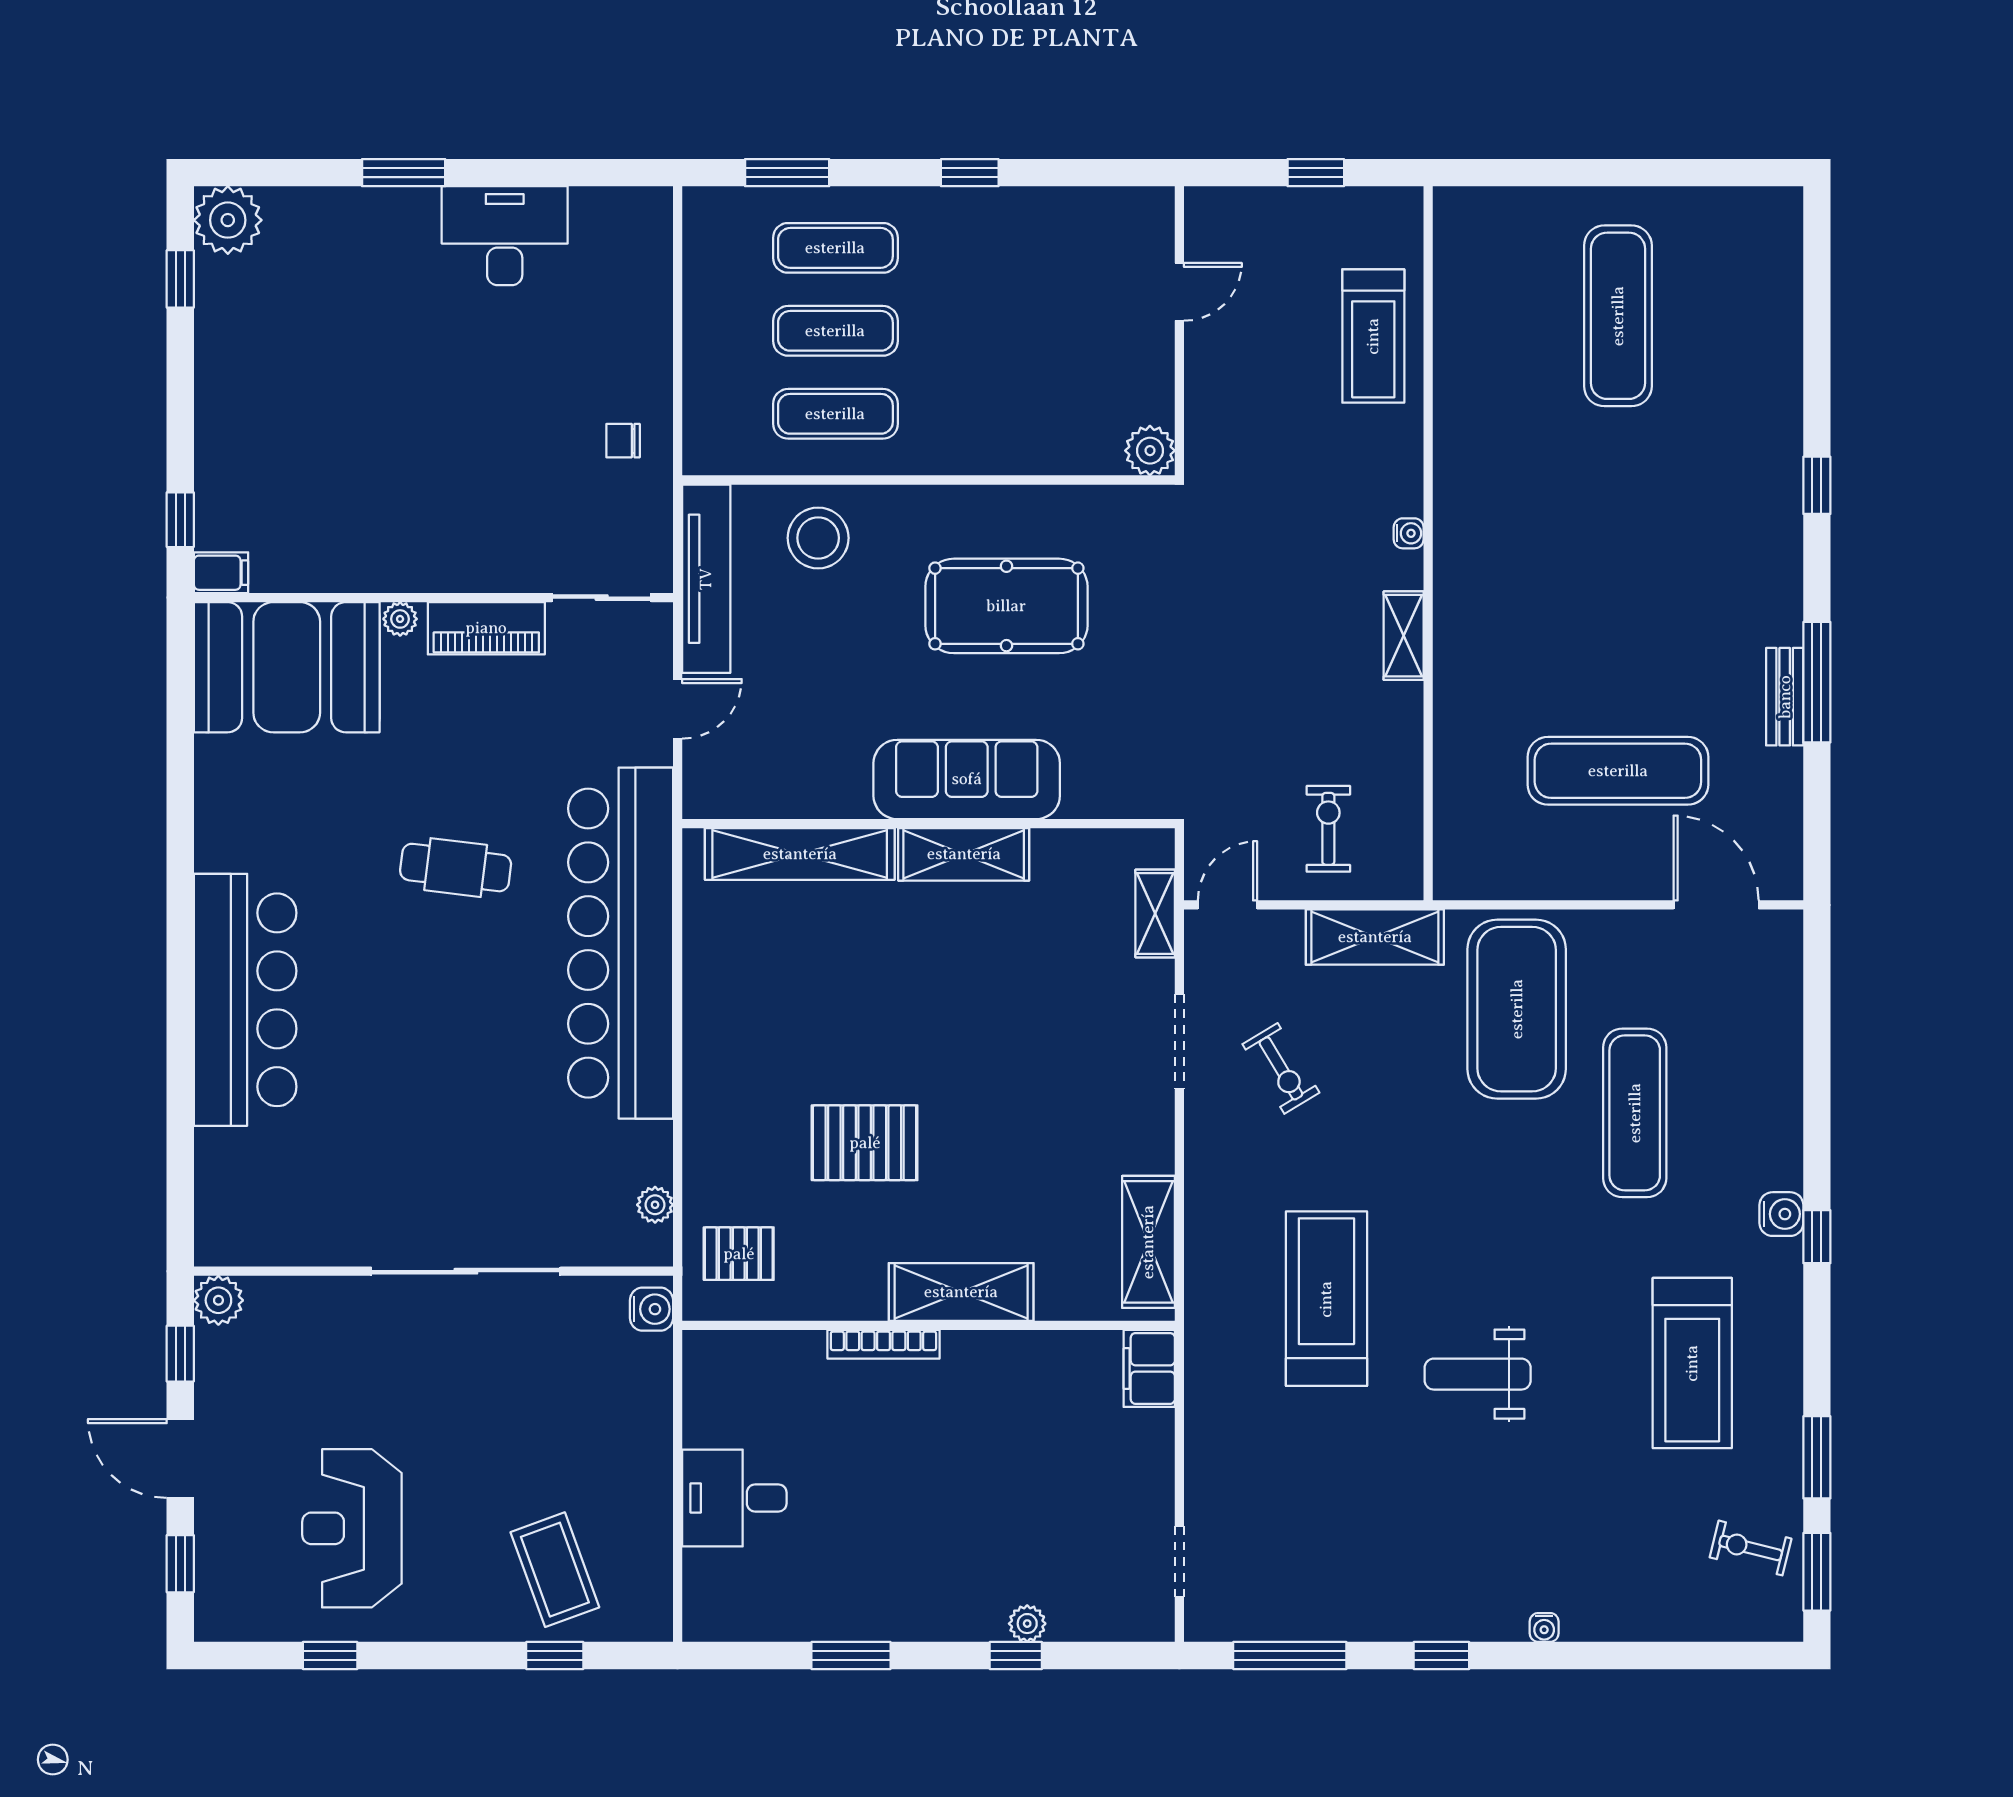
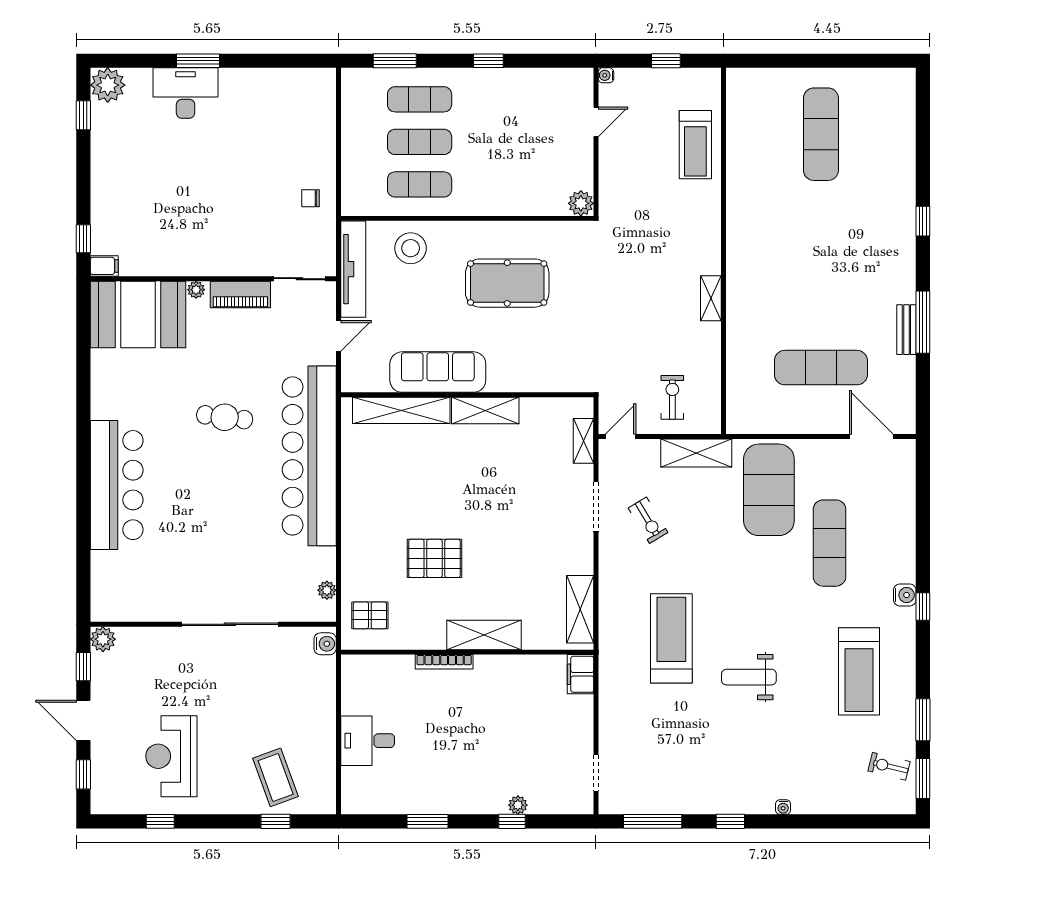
desk: (505, 236) -> (186, 93), moved
water cooler: (1409, 533) -> (606, 75), moved, turned 180
sofa: (967, 779) -> (438, 372), moved

